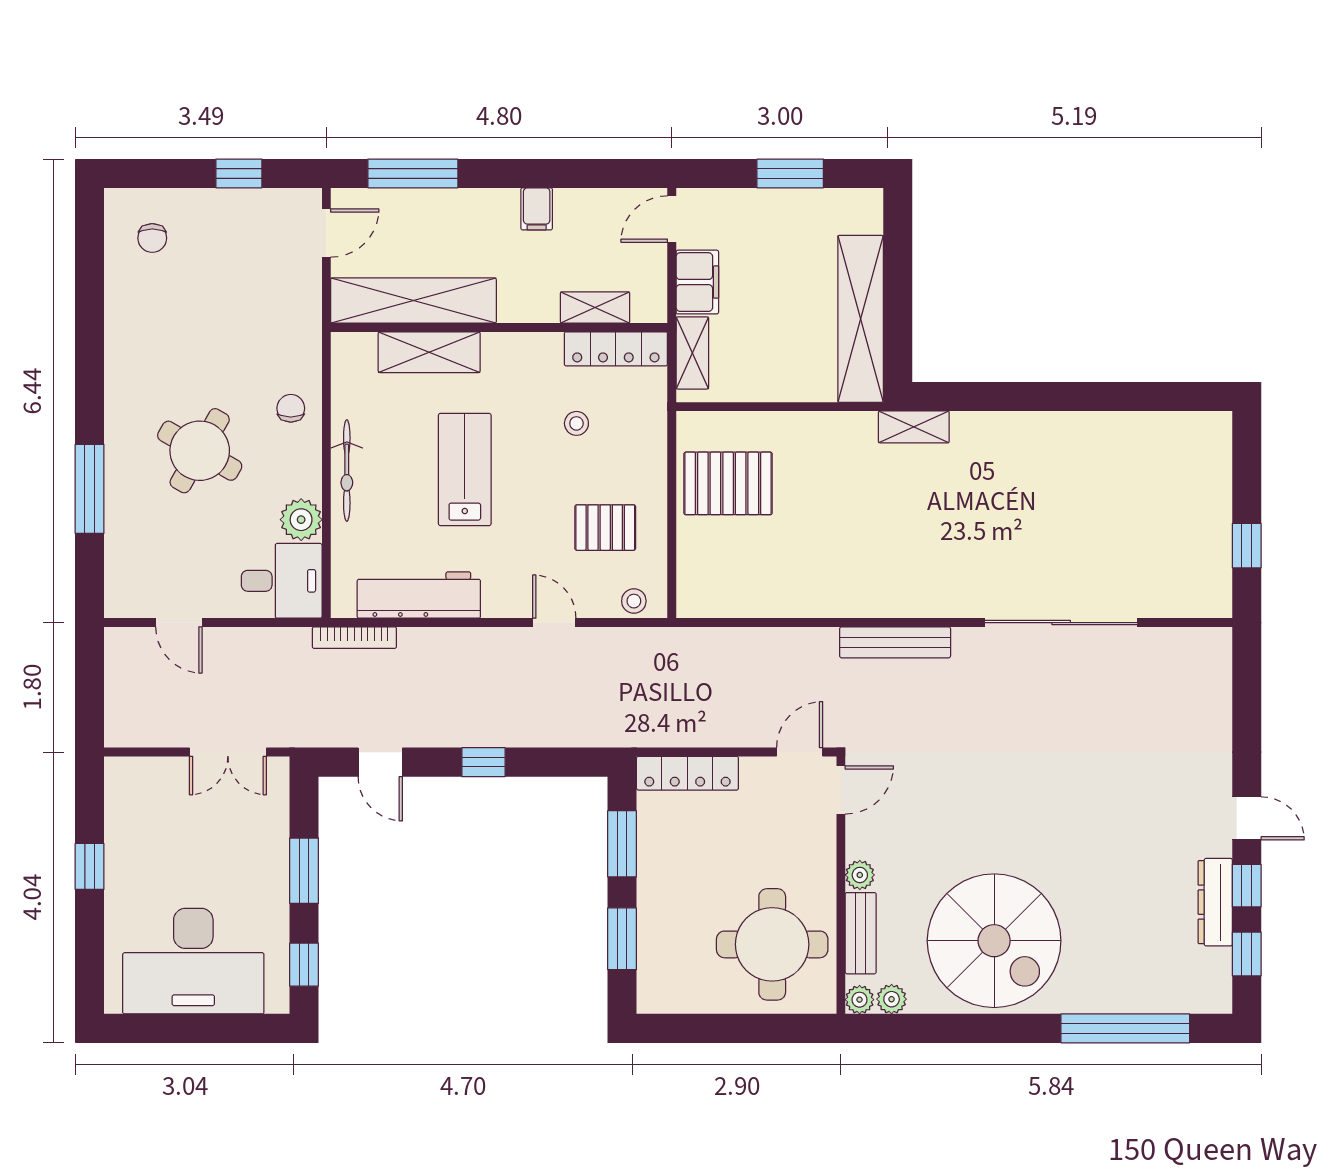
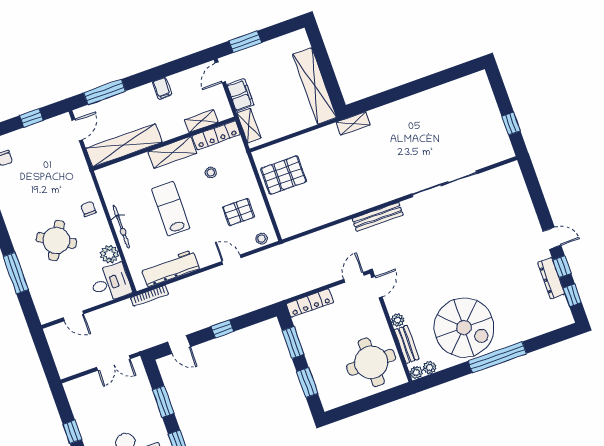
window: (790, 173) -> (245, 42), moved
shelving: (429, 352) -> (172, 152), moved
window: (1125, 1028) -> (497, 357), moved

